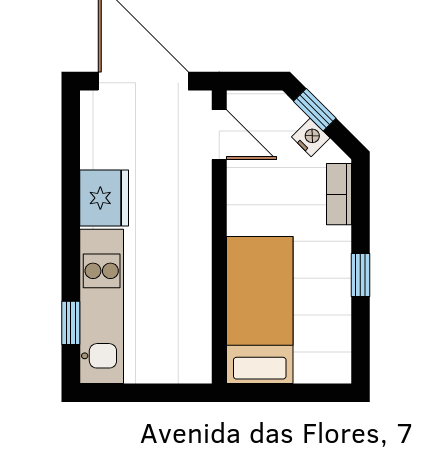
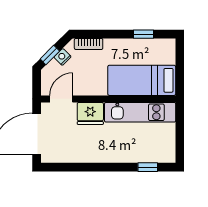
fridge: (104, 198) -> (90, 113), moved, turned 180
window: (360, 275) -> (143, 34), moved
kitchen unit: (102, 306) -> (140, 112), moved, turned 180

